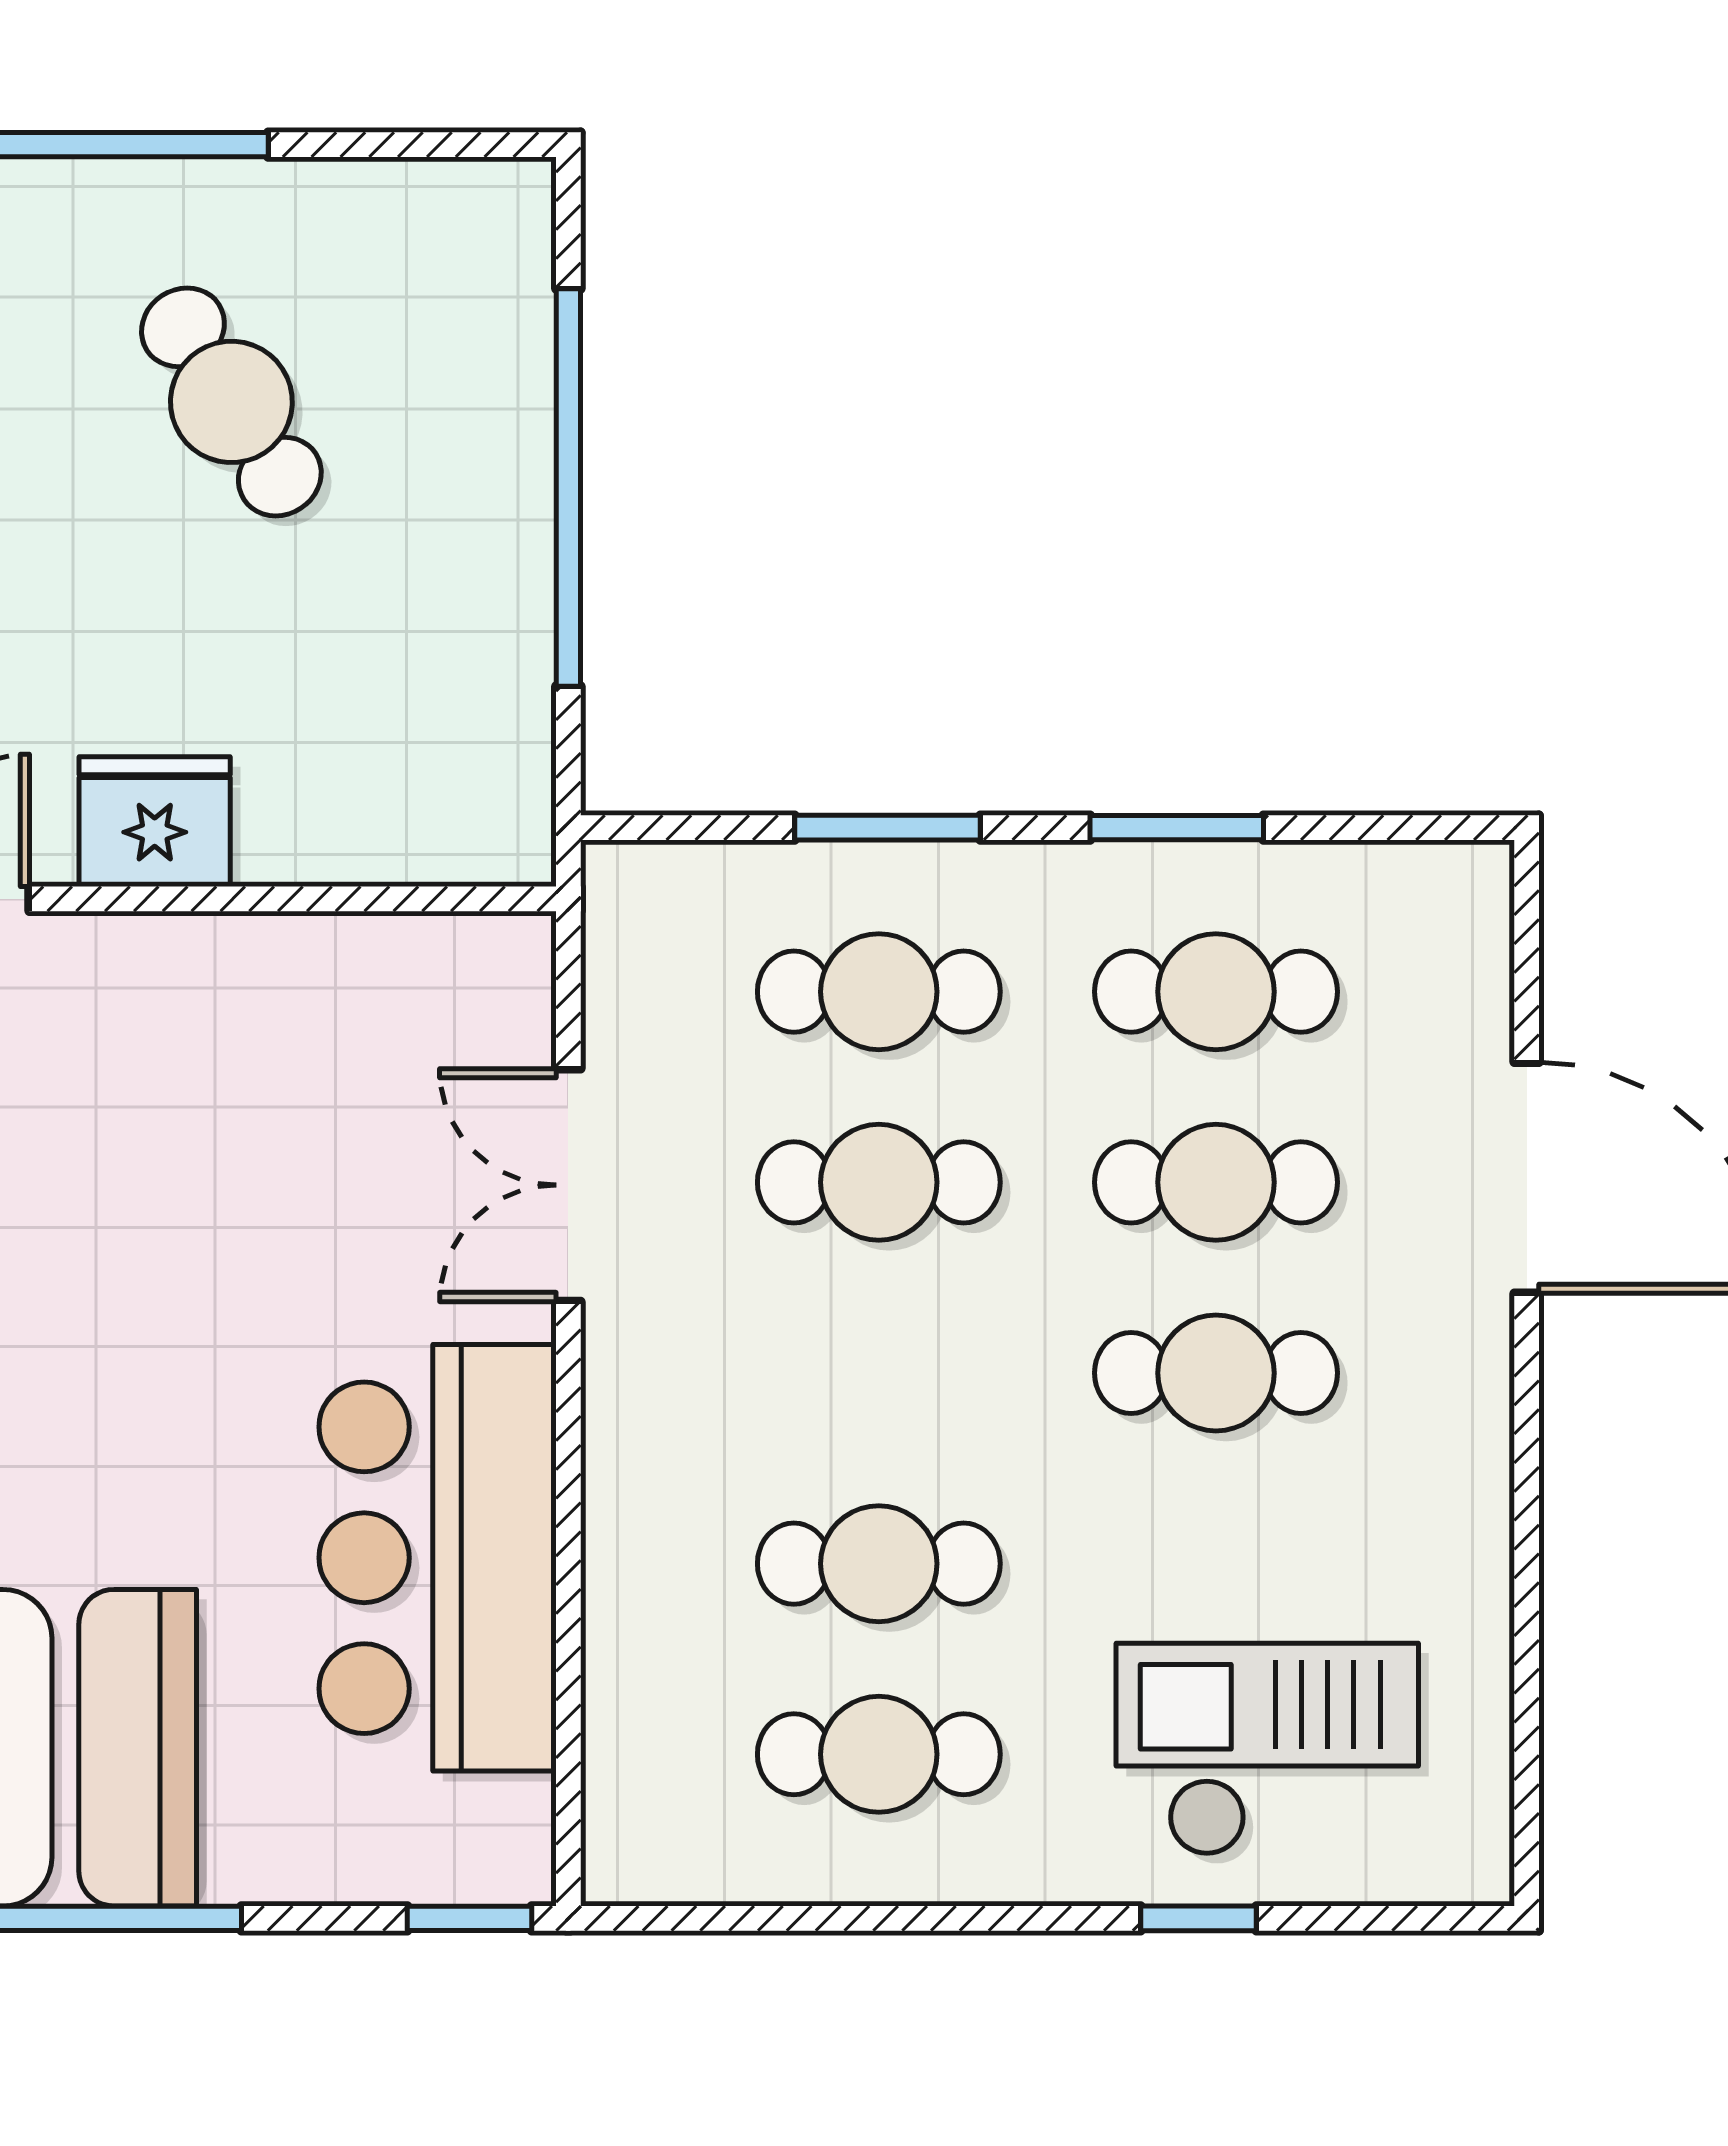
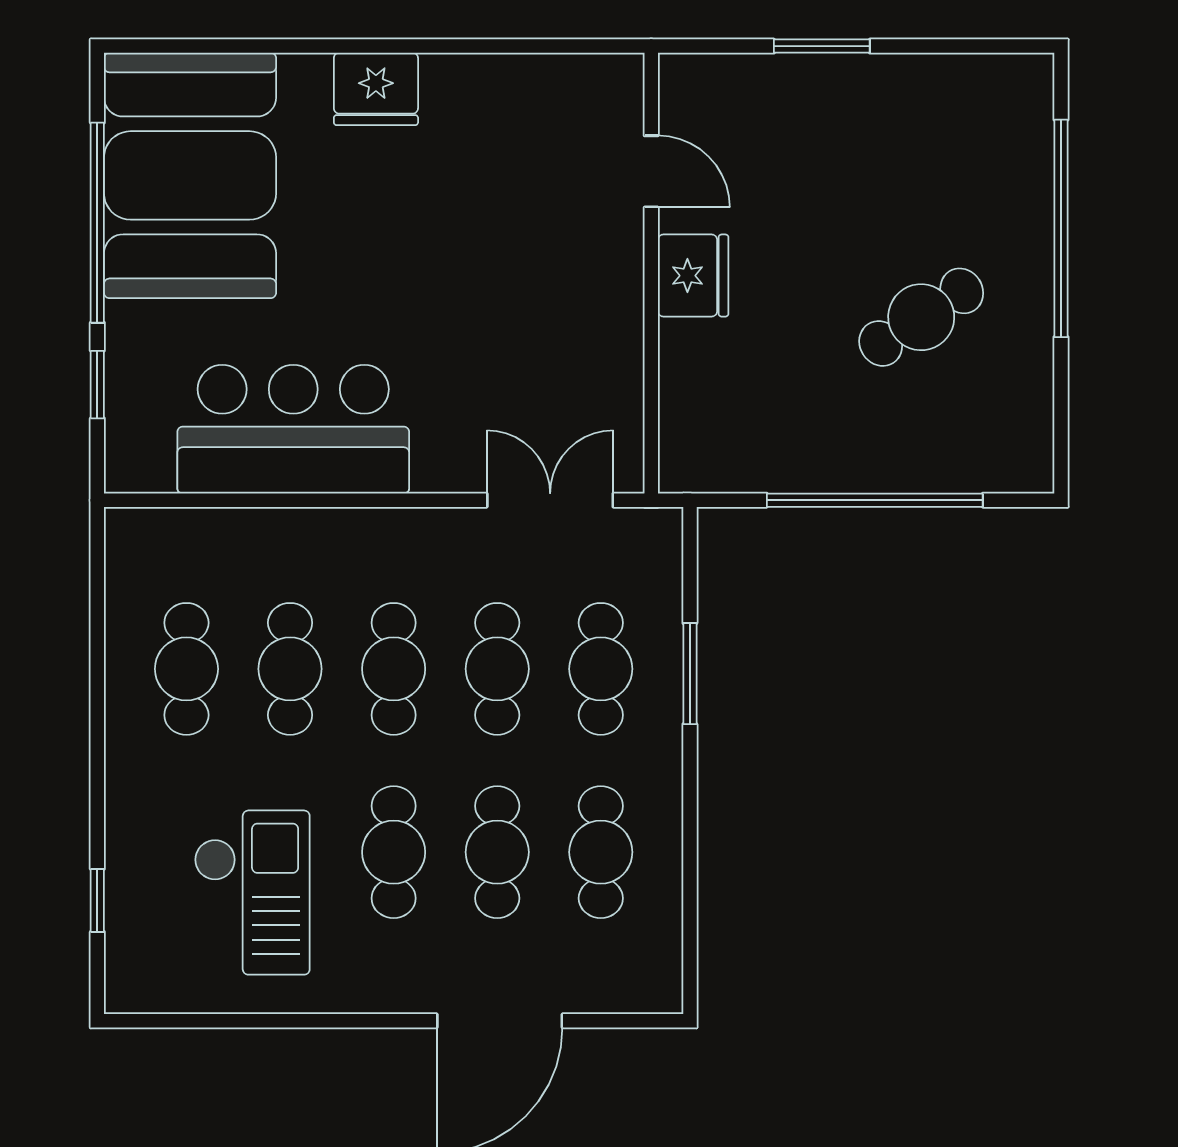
window: (1177, 828) -> (690, 831), removed
double door: (568, 1185) -> (550, 500), moved
cafe table: (879, 1373) -> (394, 669), added
checkout: (1267, 1749) -> (252, 893), moved
window: (470, 1918) -> (97, 385), moved
window: (1198, 1918) -> (97, 900), moved

